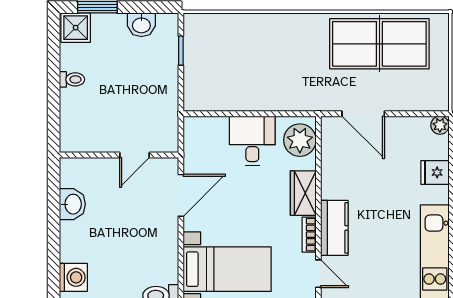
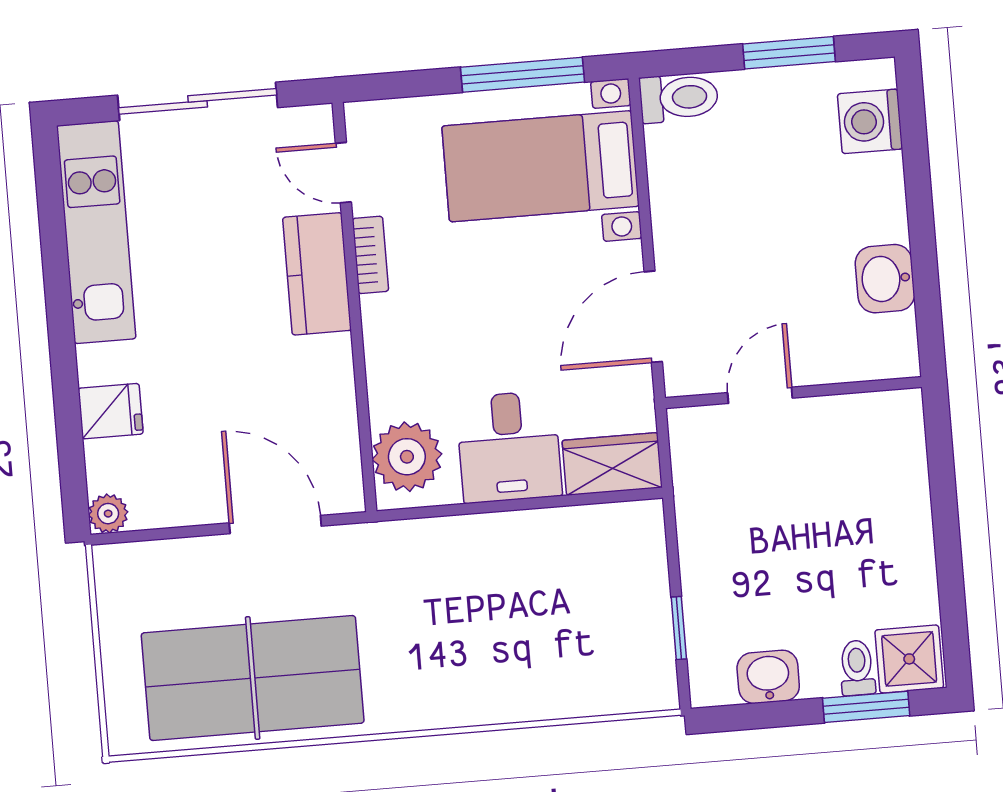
toilet: (72, 79) -> (857, 668), moved, turned 90
wardrobe: (303, 193) -> (612, 464), moved, turned -90

